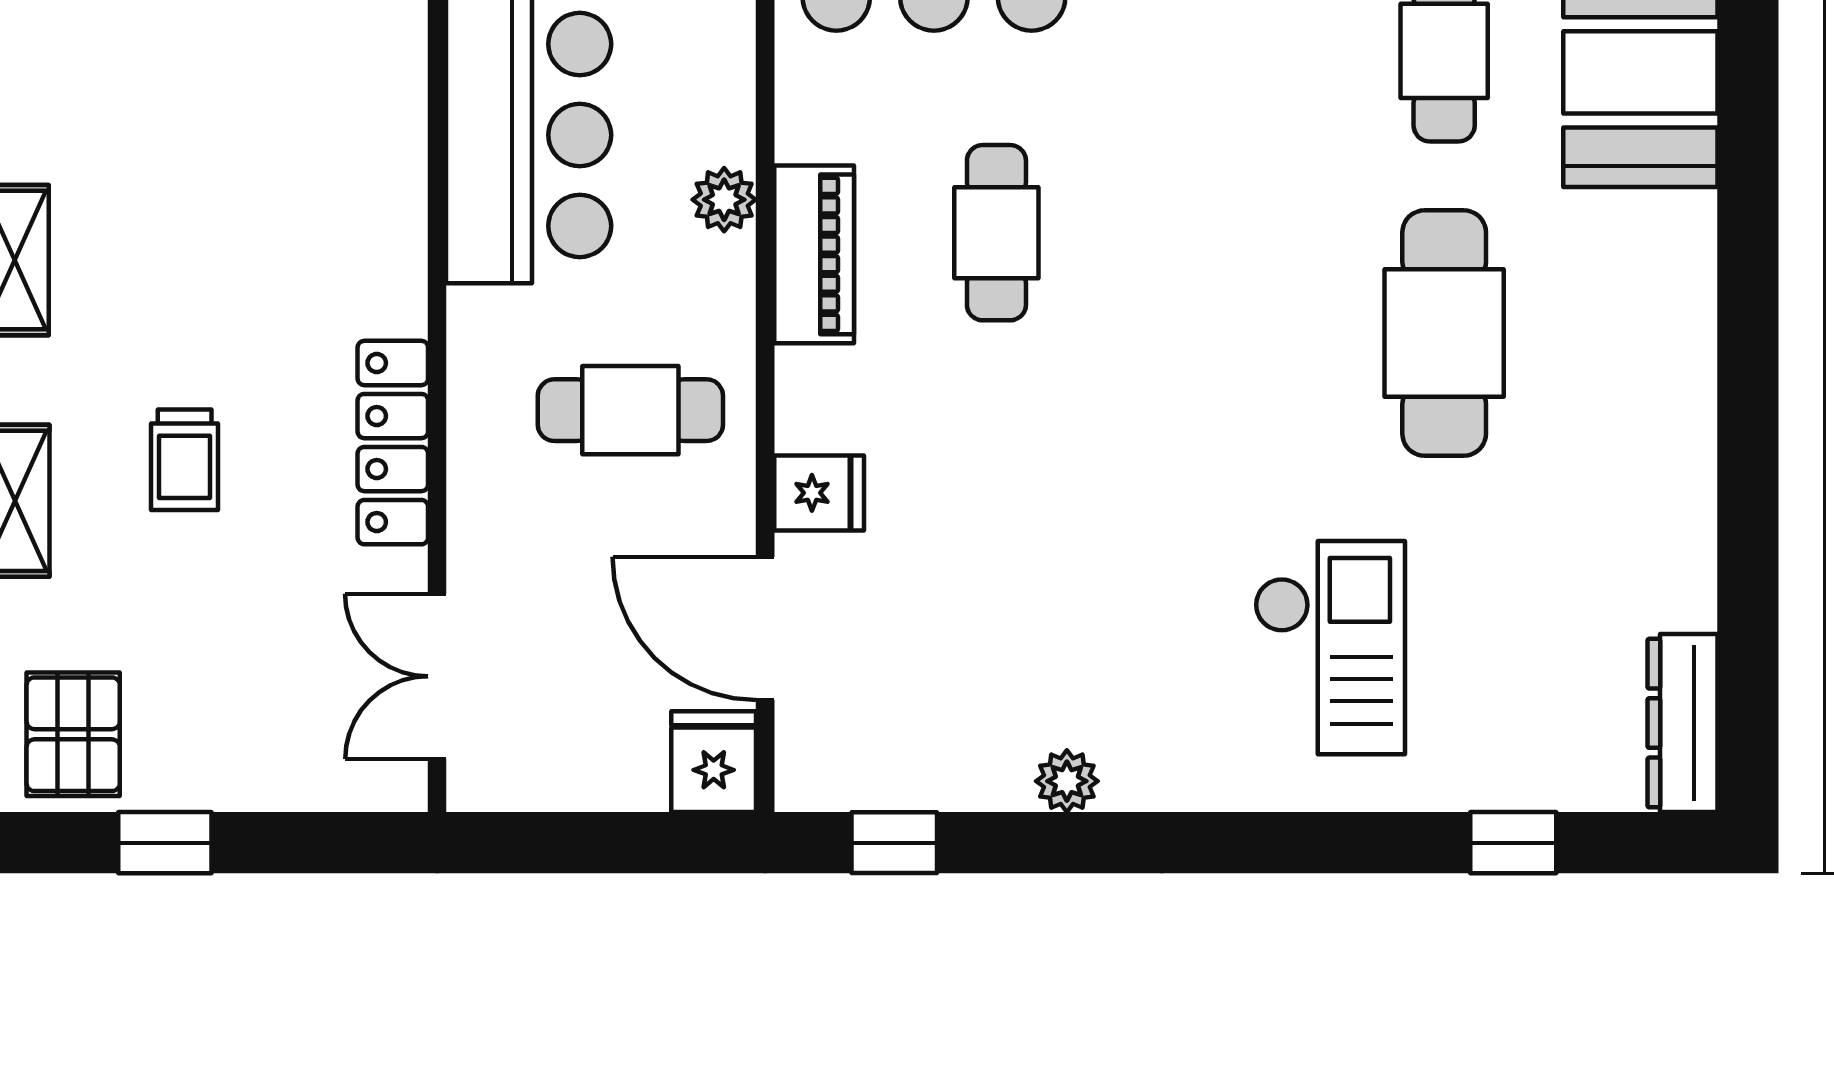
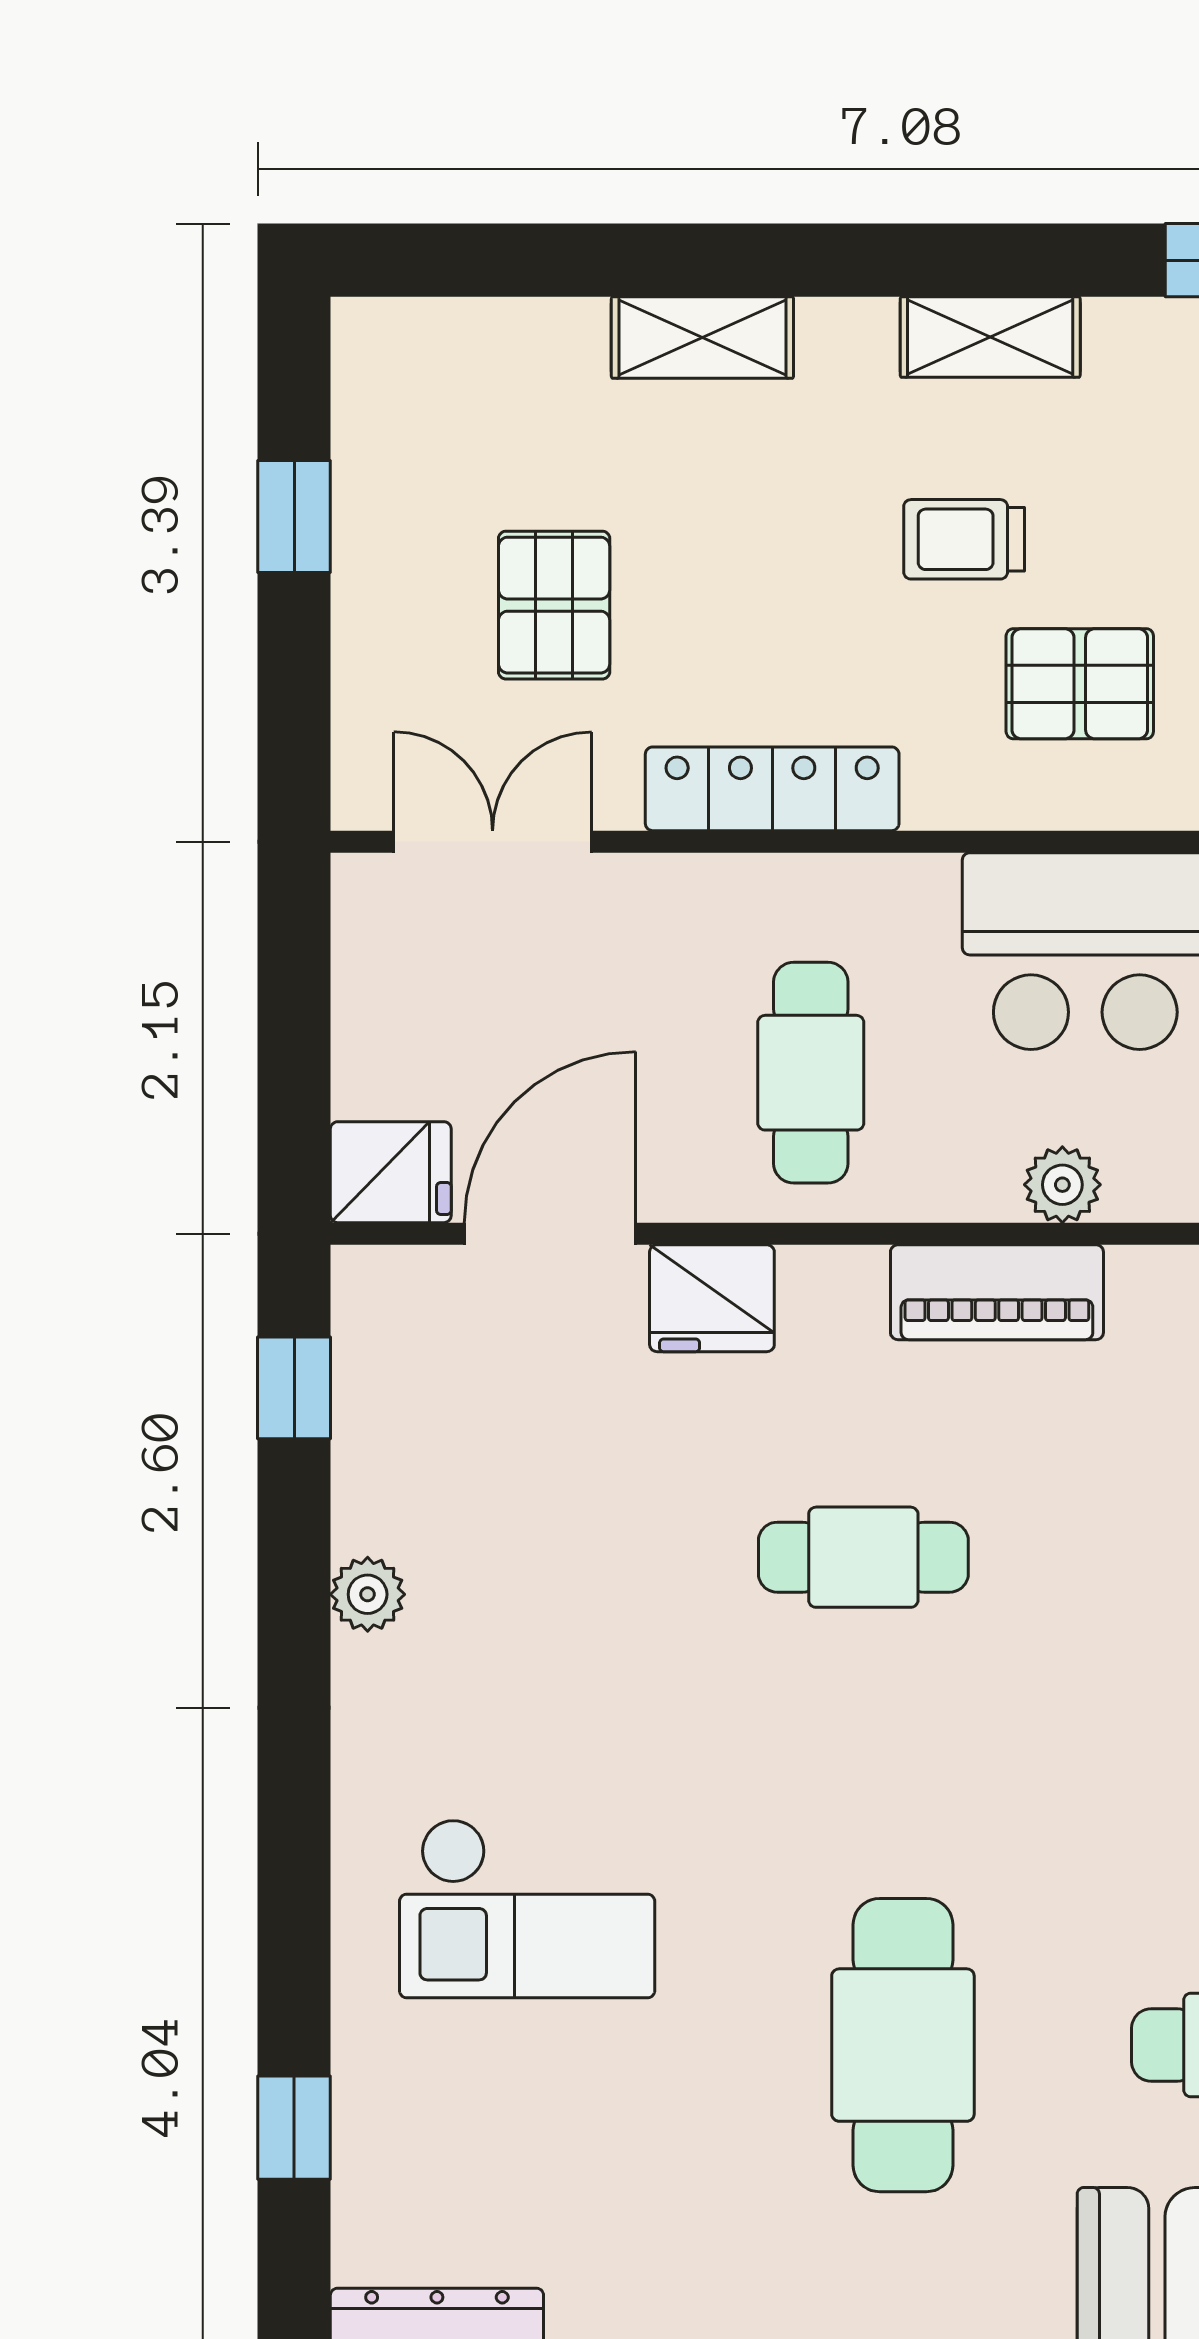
pallet: (305, 185) -> (1080, 684), added
cafe table: (996, 233) -> (863, 1557), moved
cafe table: (1444, 333) -> (903, 2045), turned 90
trolley: (185, 460) -> (964, 539), moved
fridge: (819, 493) -> (712, 1298), width x1.38
pallet: (73, 734) -> (554, 605), moved, turned 90

